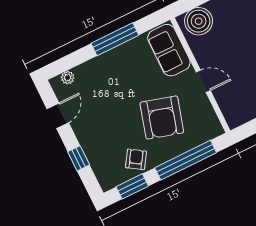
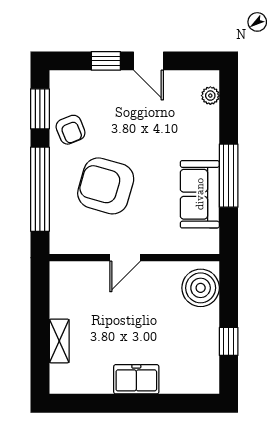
sofa: (169, 50) -> (200, 194), moved, turned -90
door: (58, 116) -> (148, 61), moved
armchair: (136, 159) -> (71, 130), turned 35

